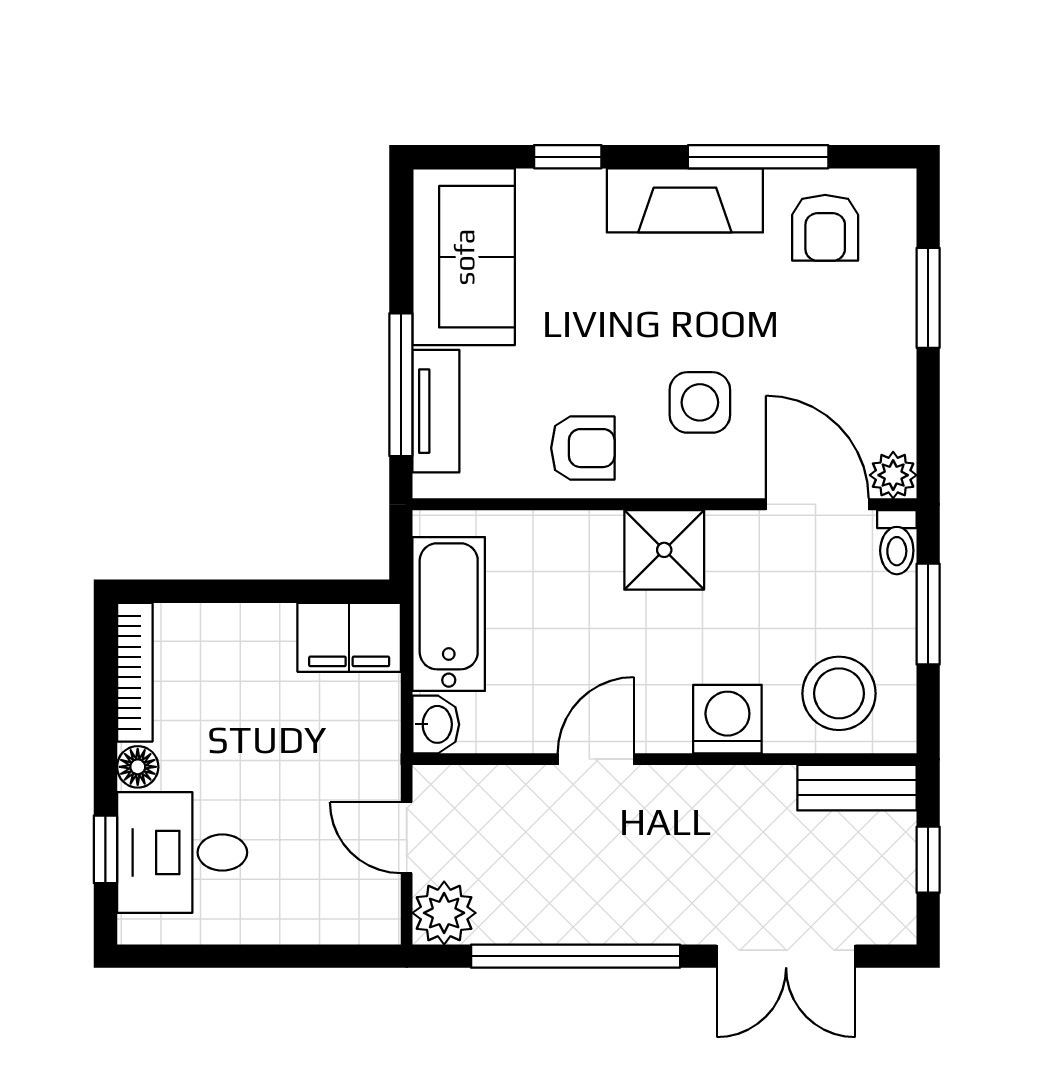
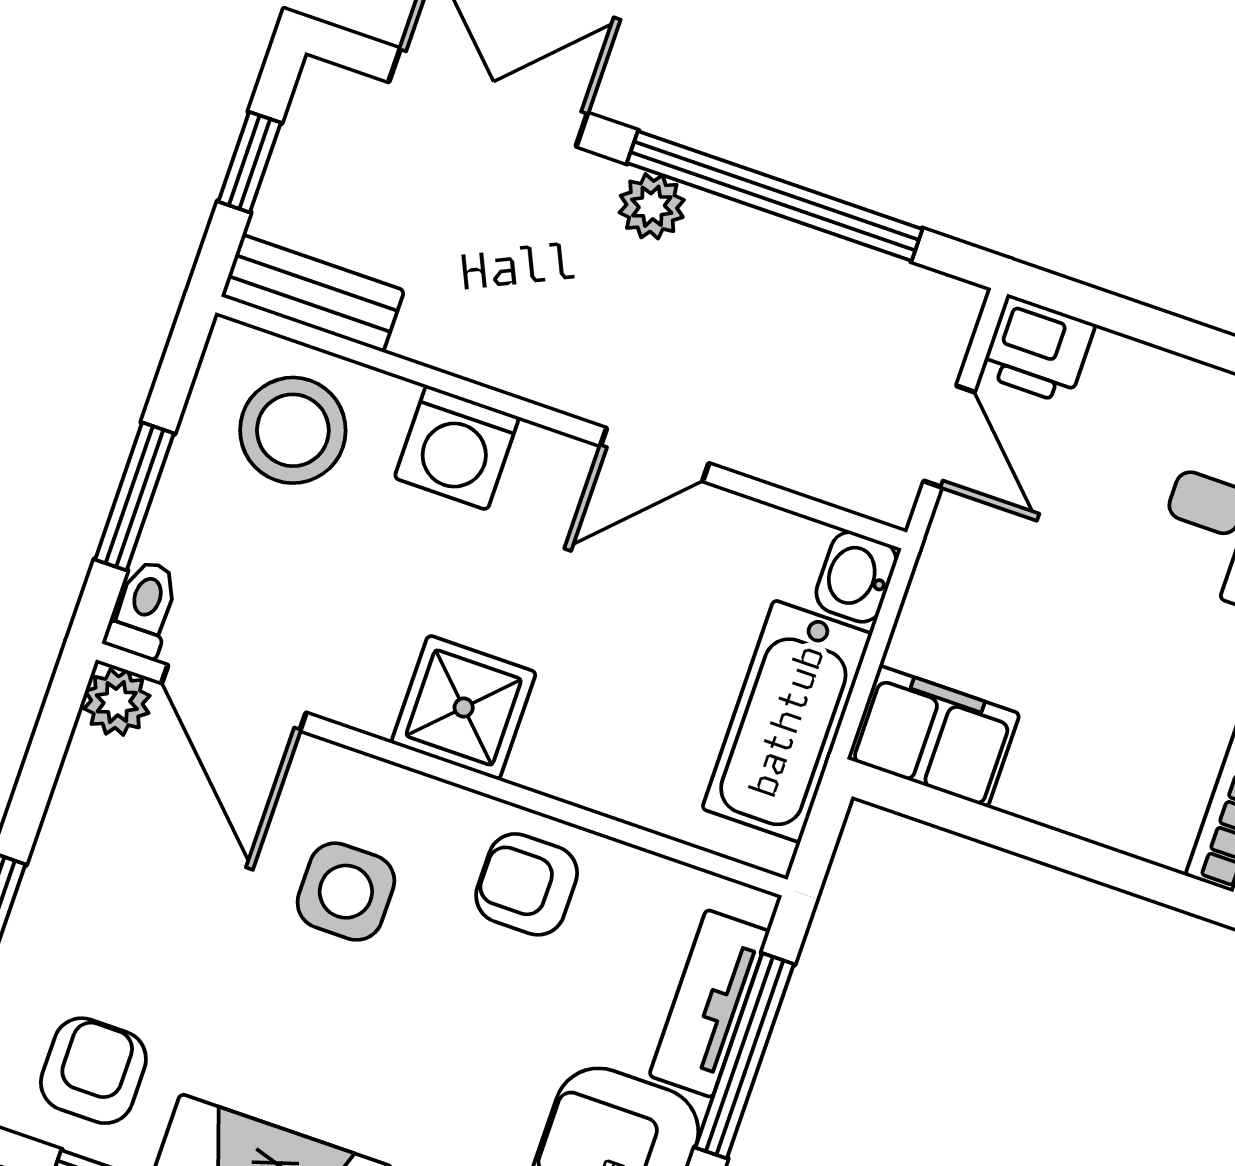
plant: (444, 913) -> (652, 206), moved, width x0.73, depth x0.73
printer: (368, 915) -> (1038, 349), added

